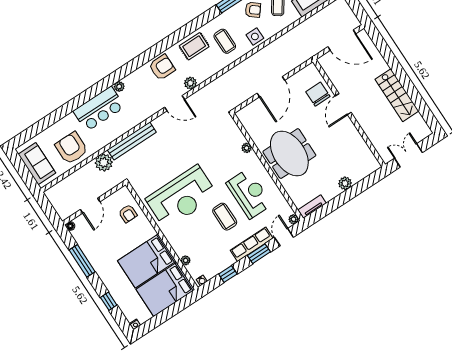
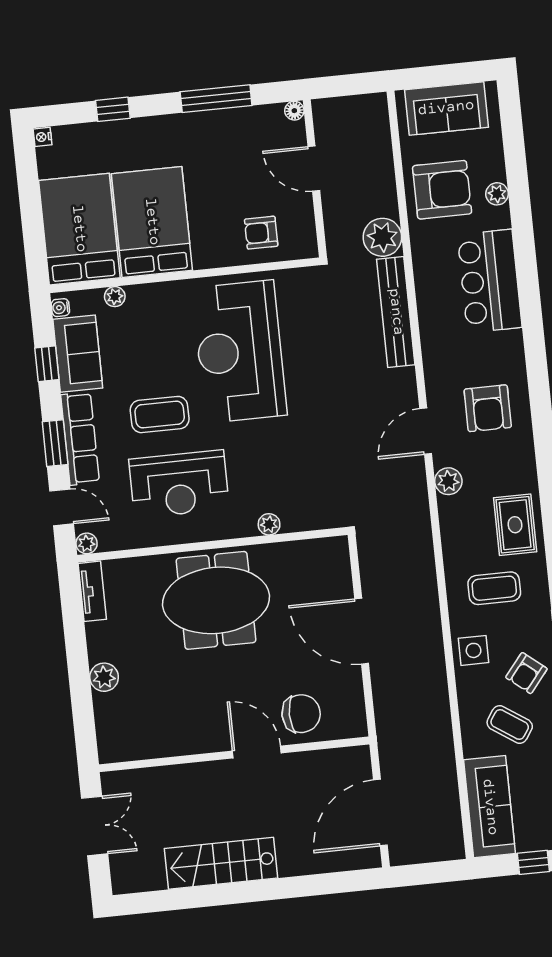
armchair: (162, 67) -> (488, 408), moved
plant: (119, 86) -> (497, 194), moved
sofa: (217, 263) -> (78, 354), added

